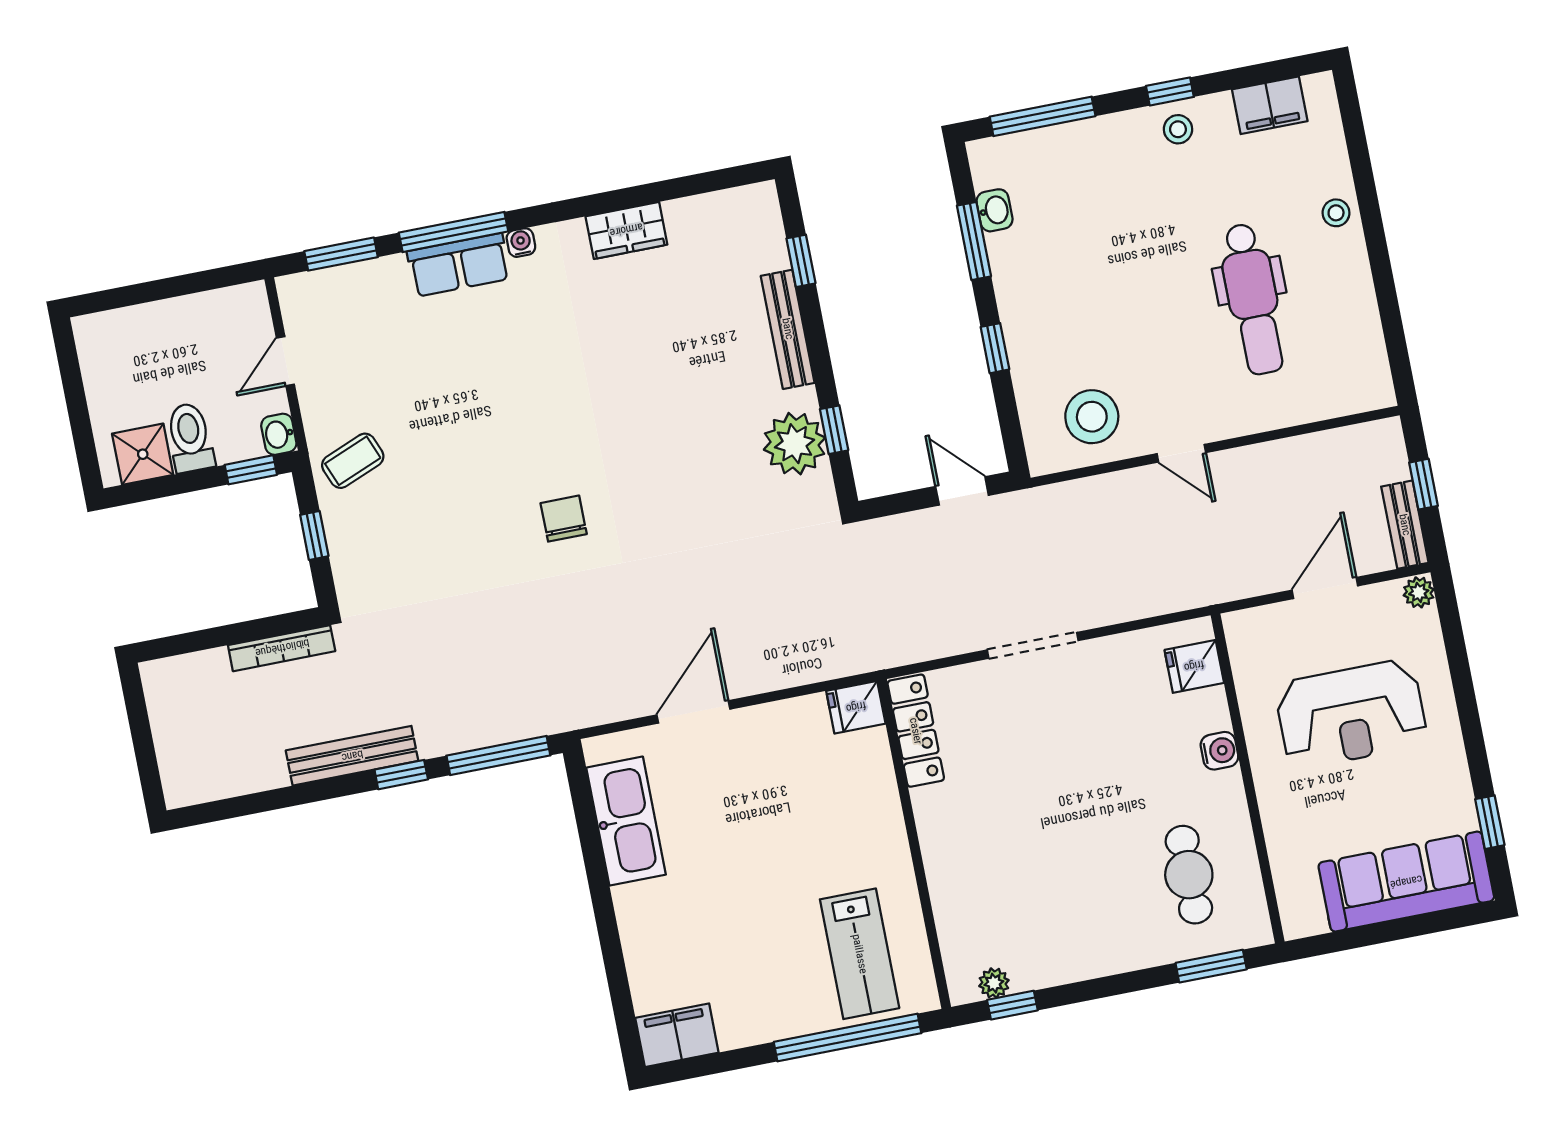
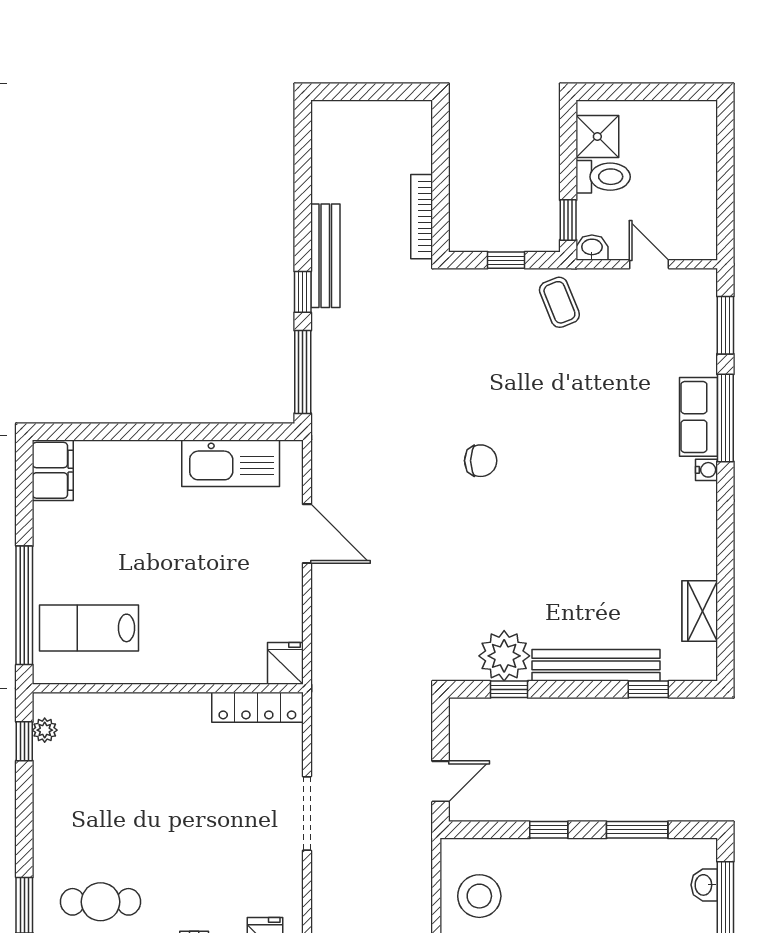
washbasin: (995, 210) -> (704, 885), moved, turned 90
wardrobe: (626, 230) -> (700, 611), moved
bench: (788, 329) -> (596, 665), width x1.37, depth x1.21

